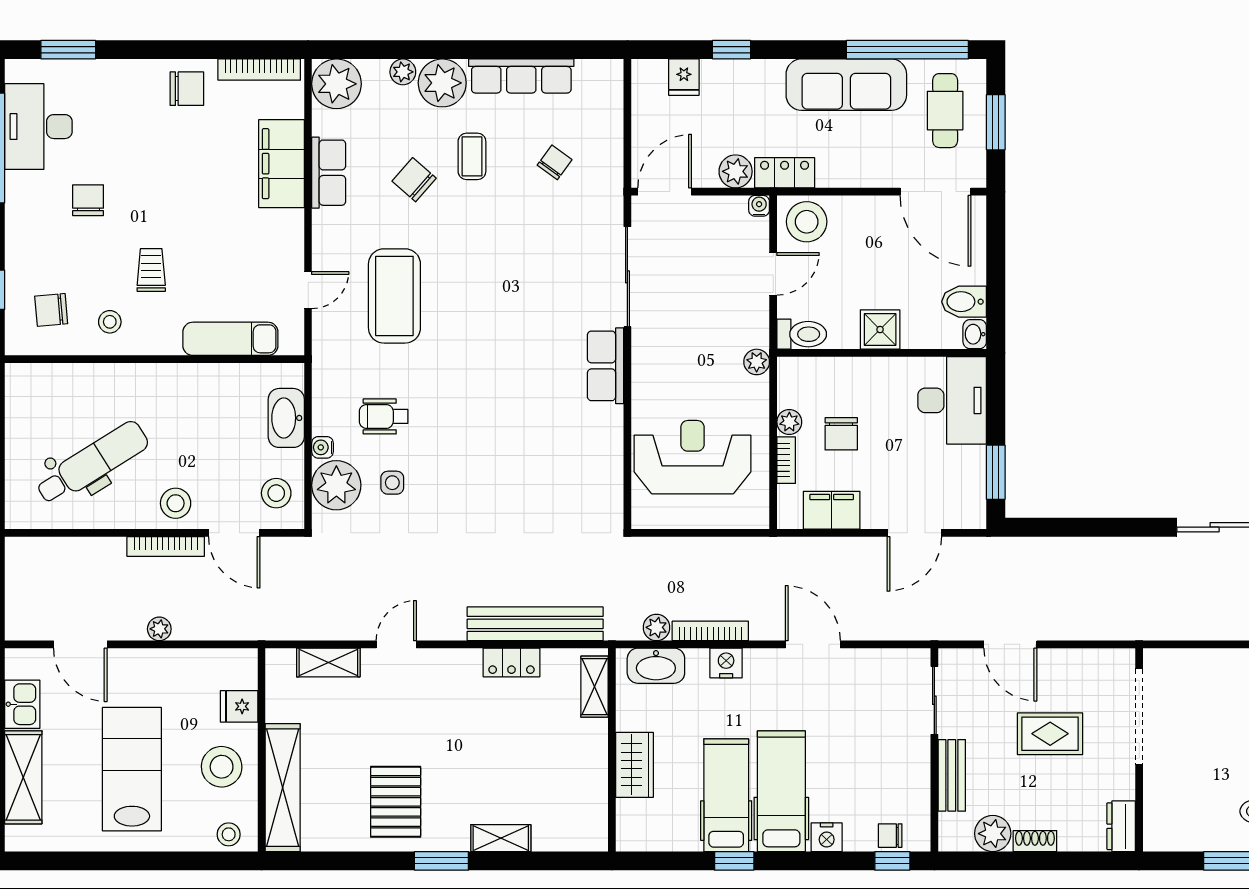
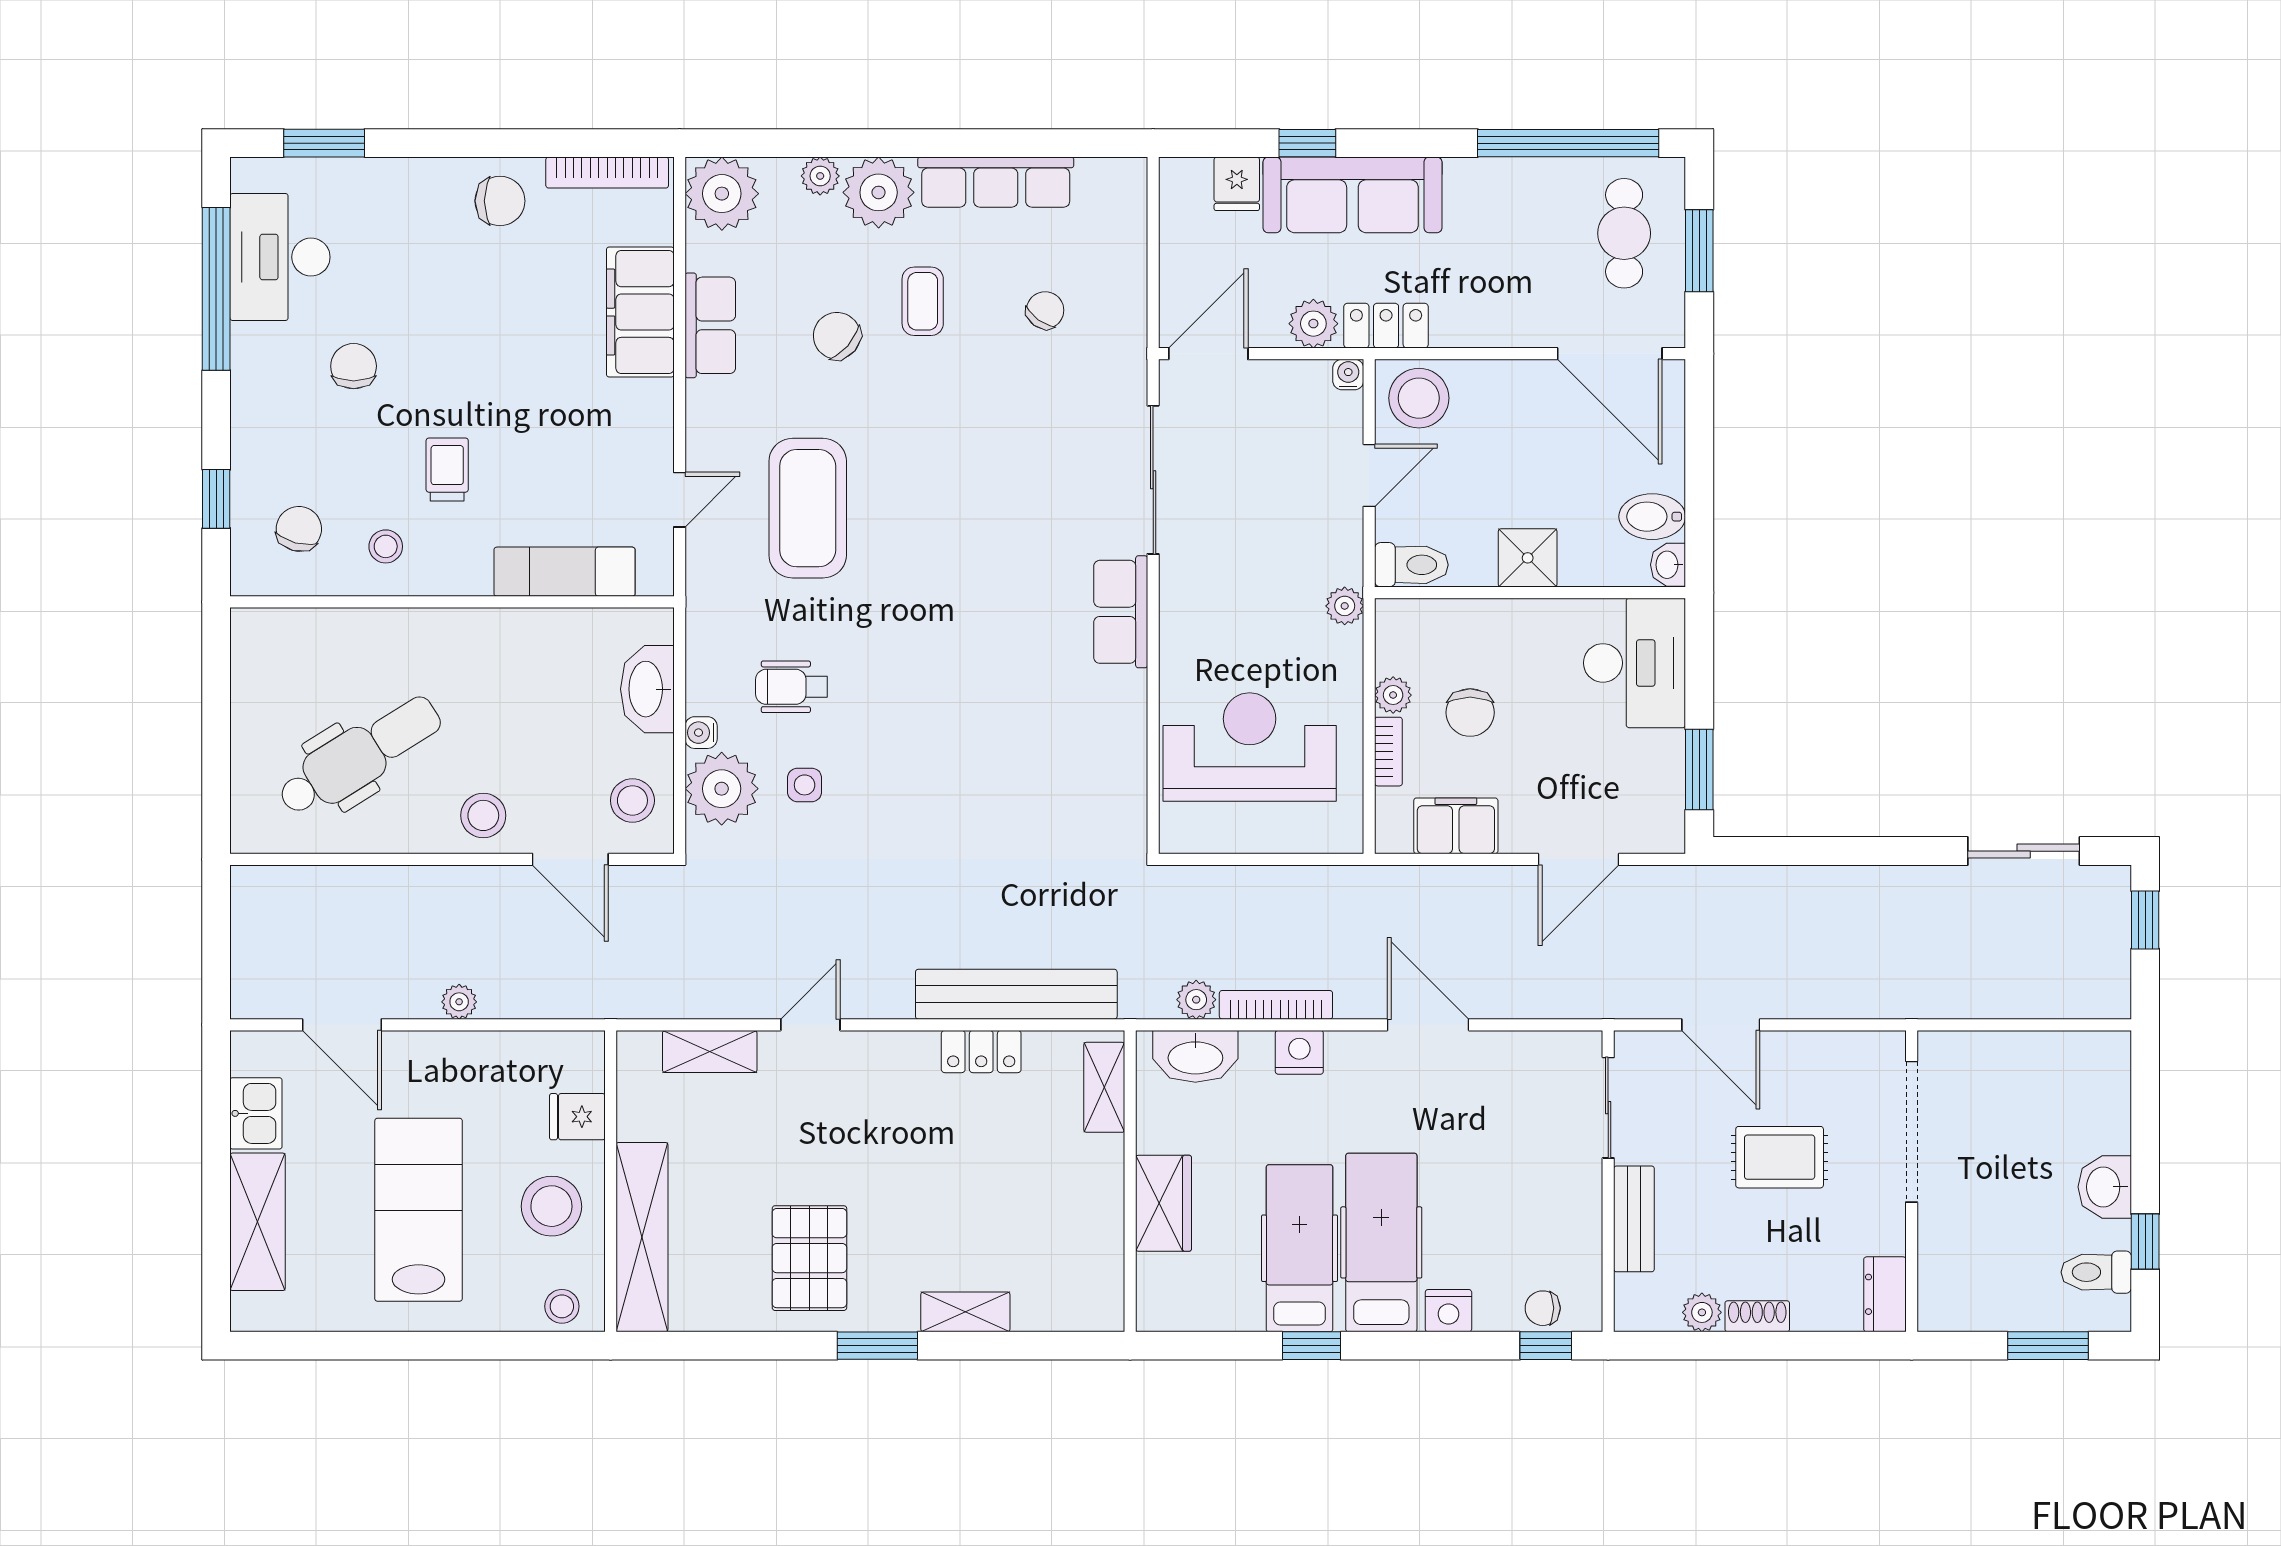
sofa: (846, 85) -> (1352, 195), moved
chair: (51, 310) -> (299, 529), turned 110
bookcase: (166, 546) -> (469, 880), removed
plant: (993, 834) -> (1702, 1312), width x0.73, depth x0.73

